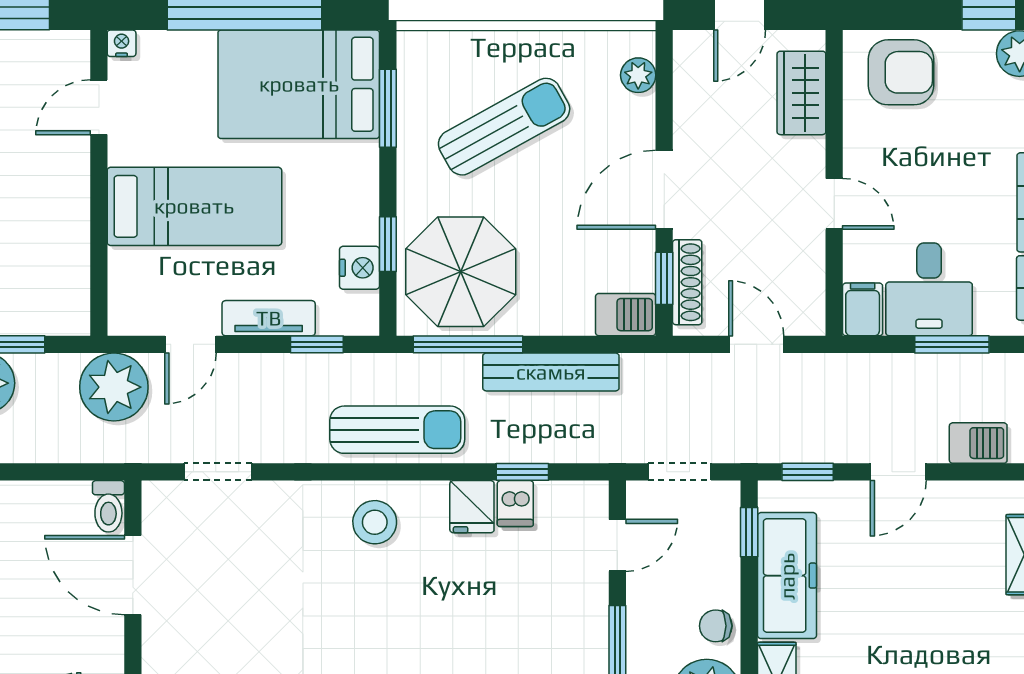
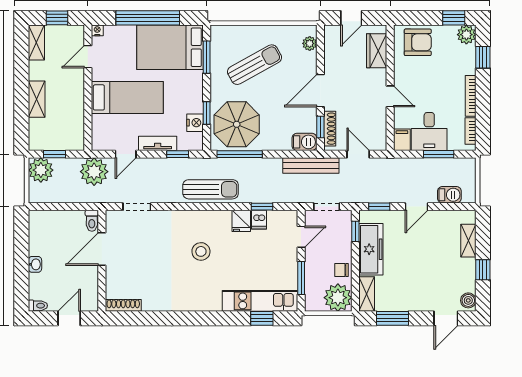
bench: (551, 372) -> (311, 166), moved
stool: (375, 522) -> (201, 251), moved
door: (133, 575) -> (102, 249), hinge flipped

